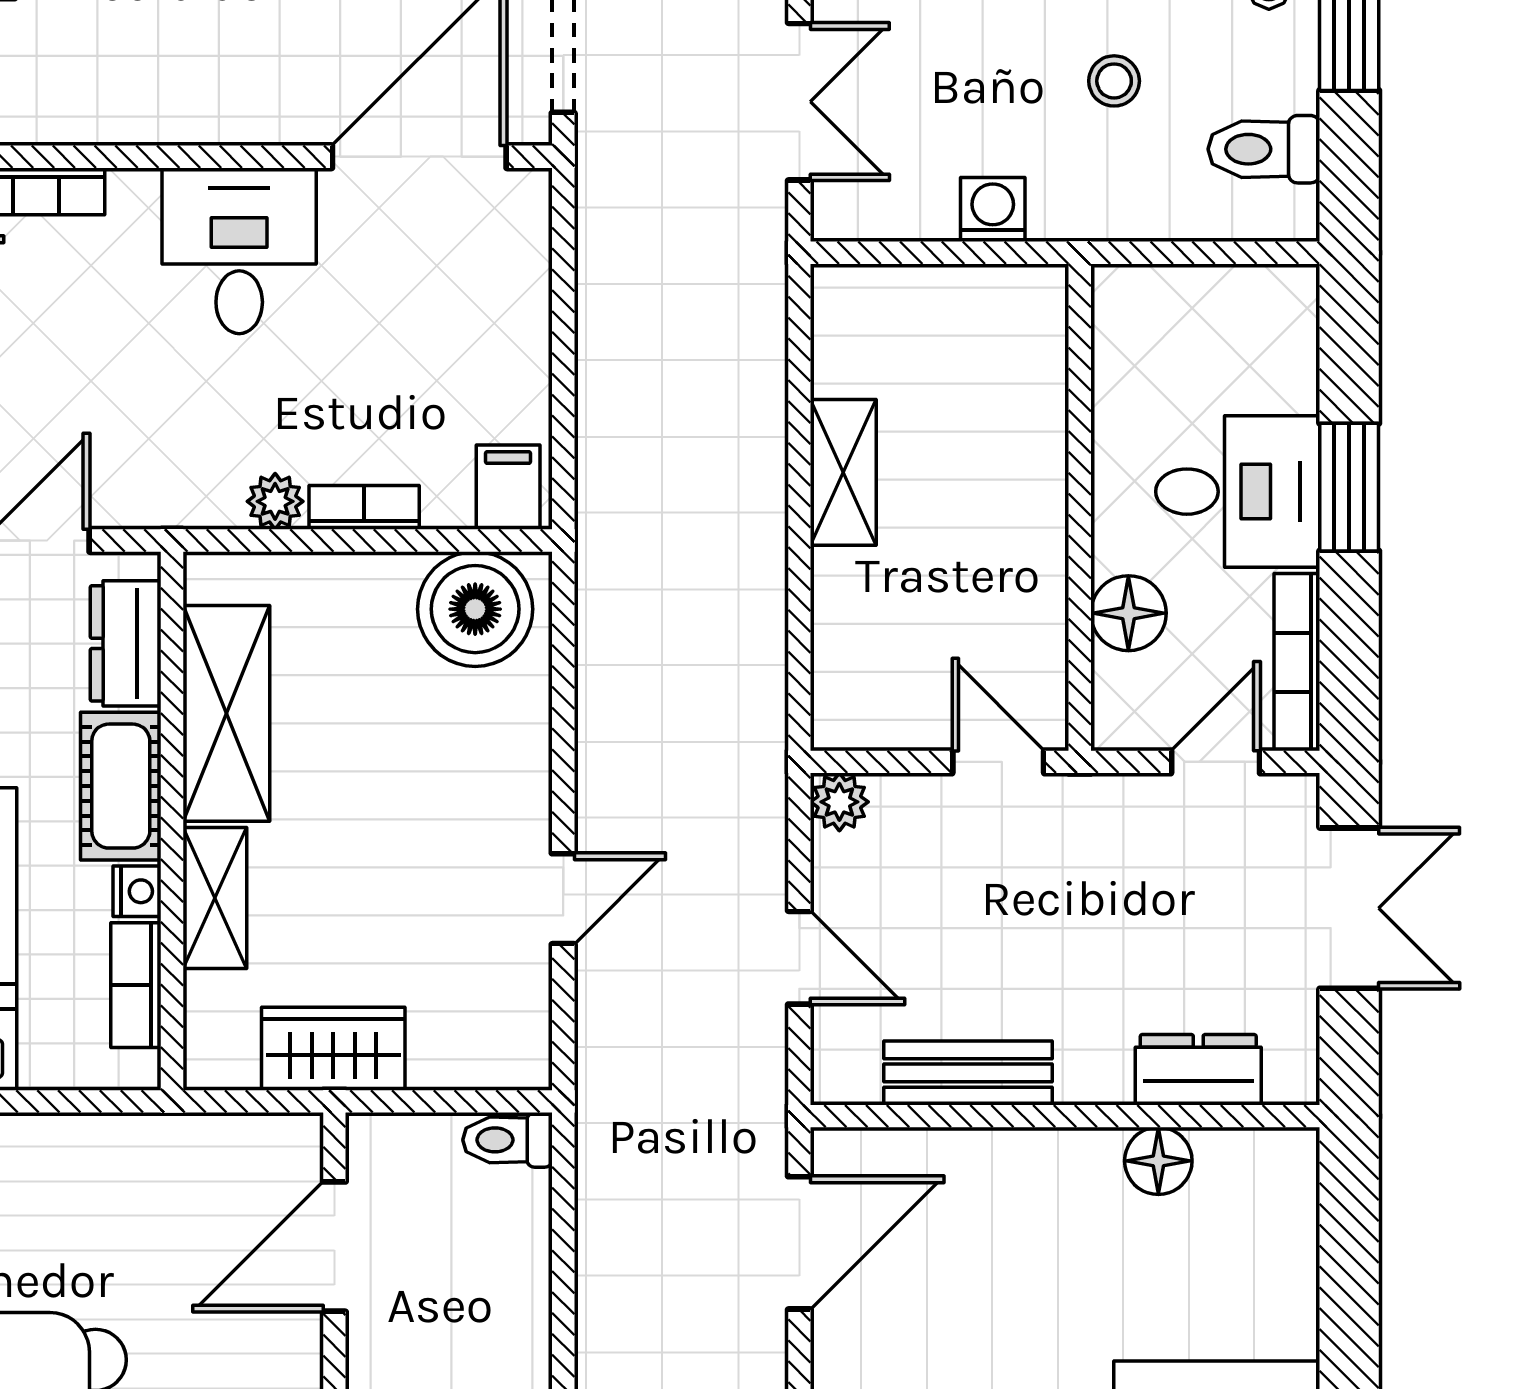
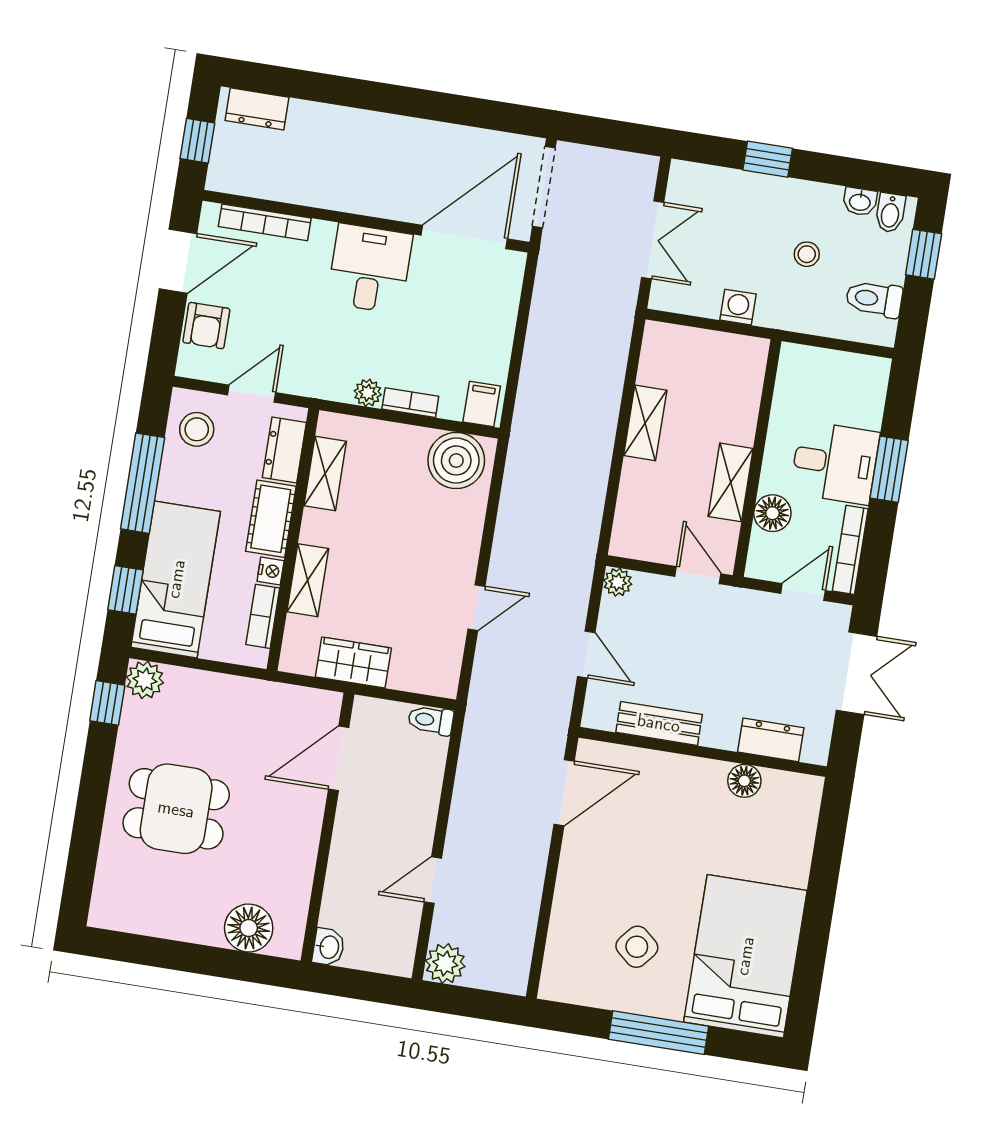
shelving: (1034, 565) -> (731, 482), added
shelving: (226, 713) -> (325, 473), width x0.67, depth x0.75

